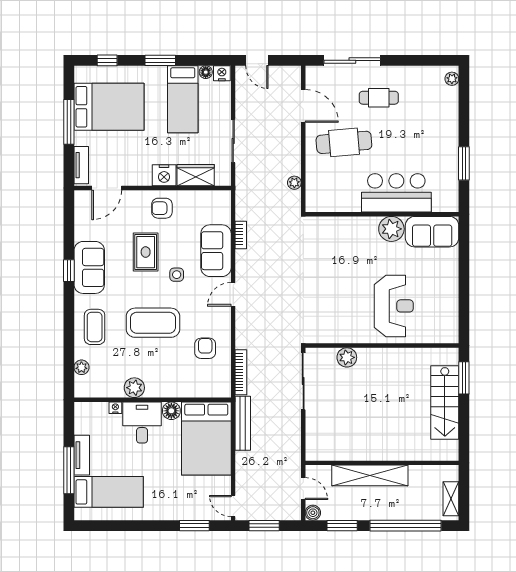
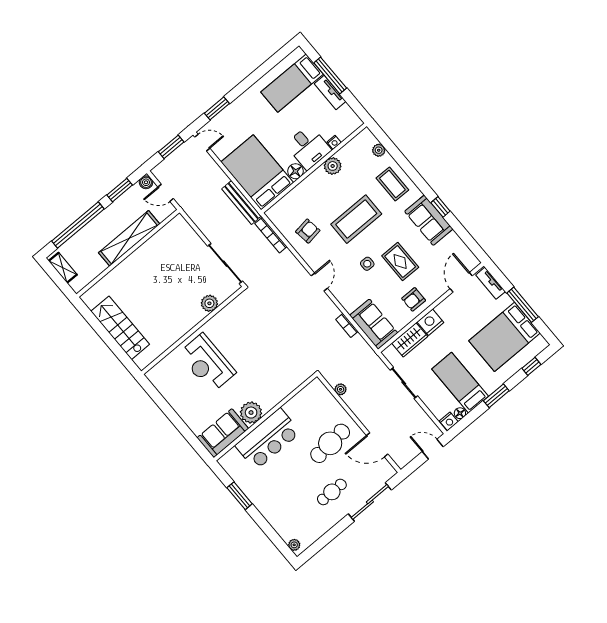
armchair: (162, 208) -> (414, 299), turned 180
sofa: (216, 251) -> (374, 324), moved
armchair: (205, 348) -> (308, 231), turned -98
window: (464, 378) -> (121, 355), removed

